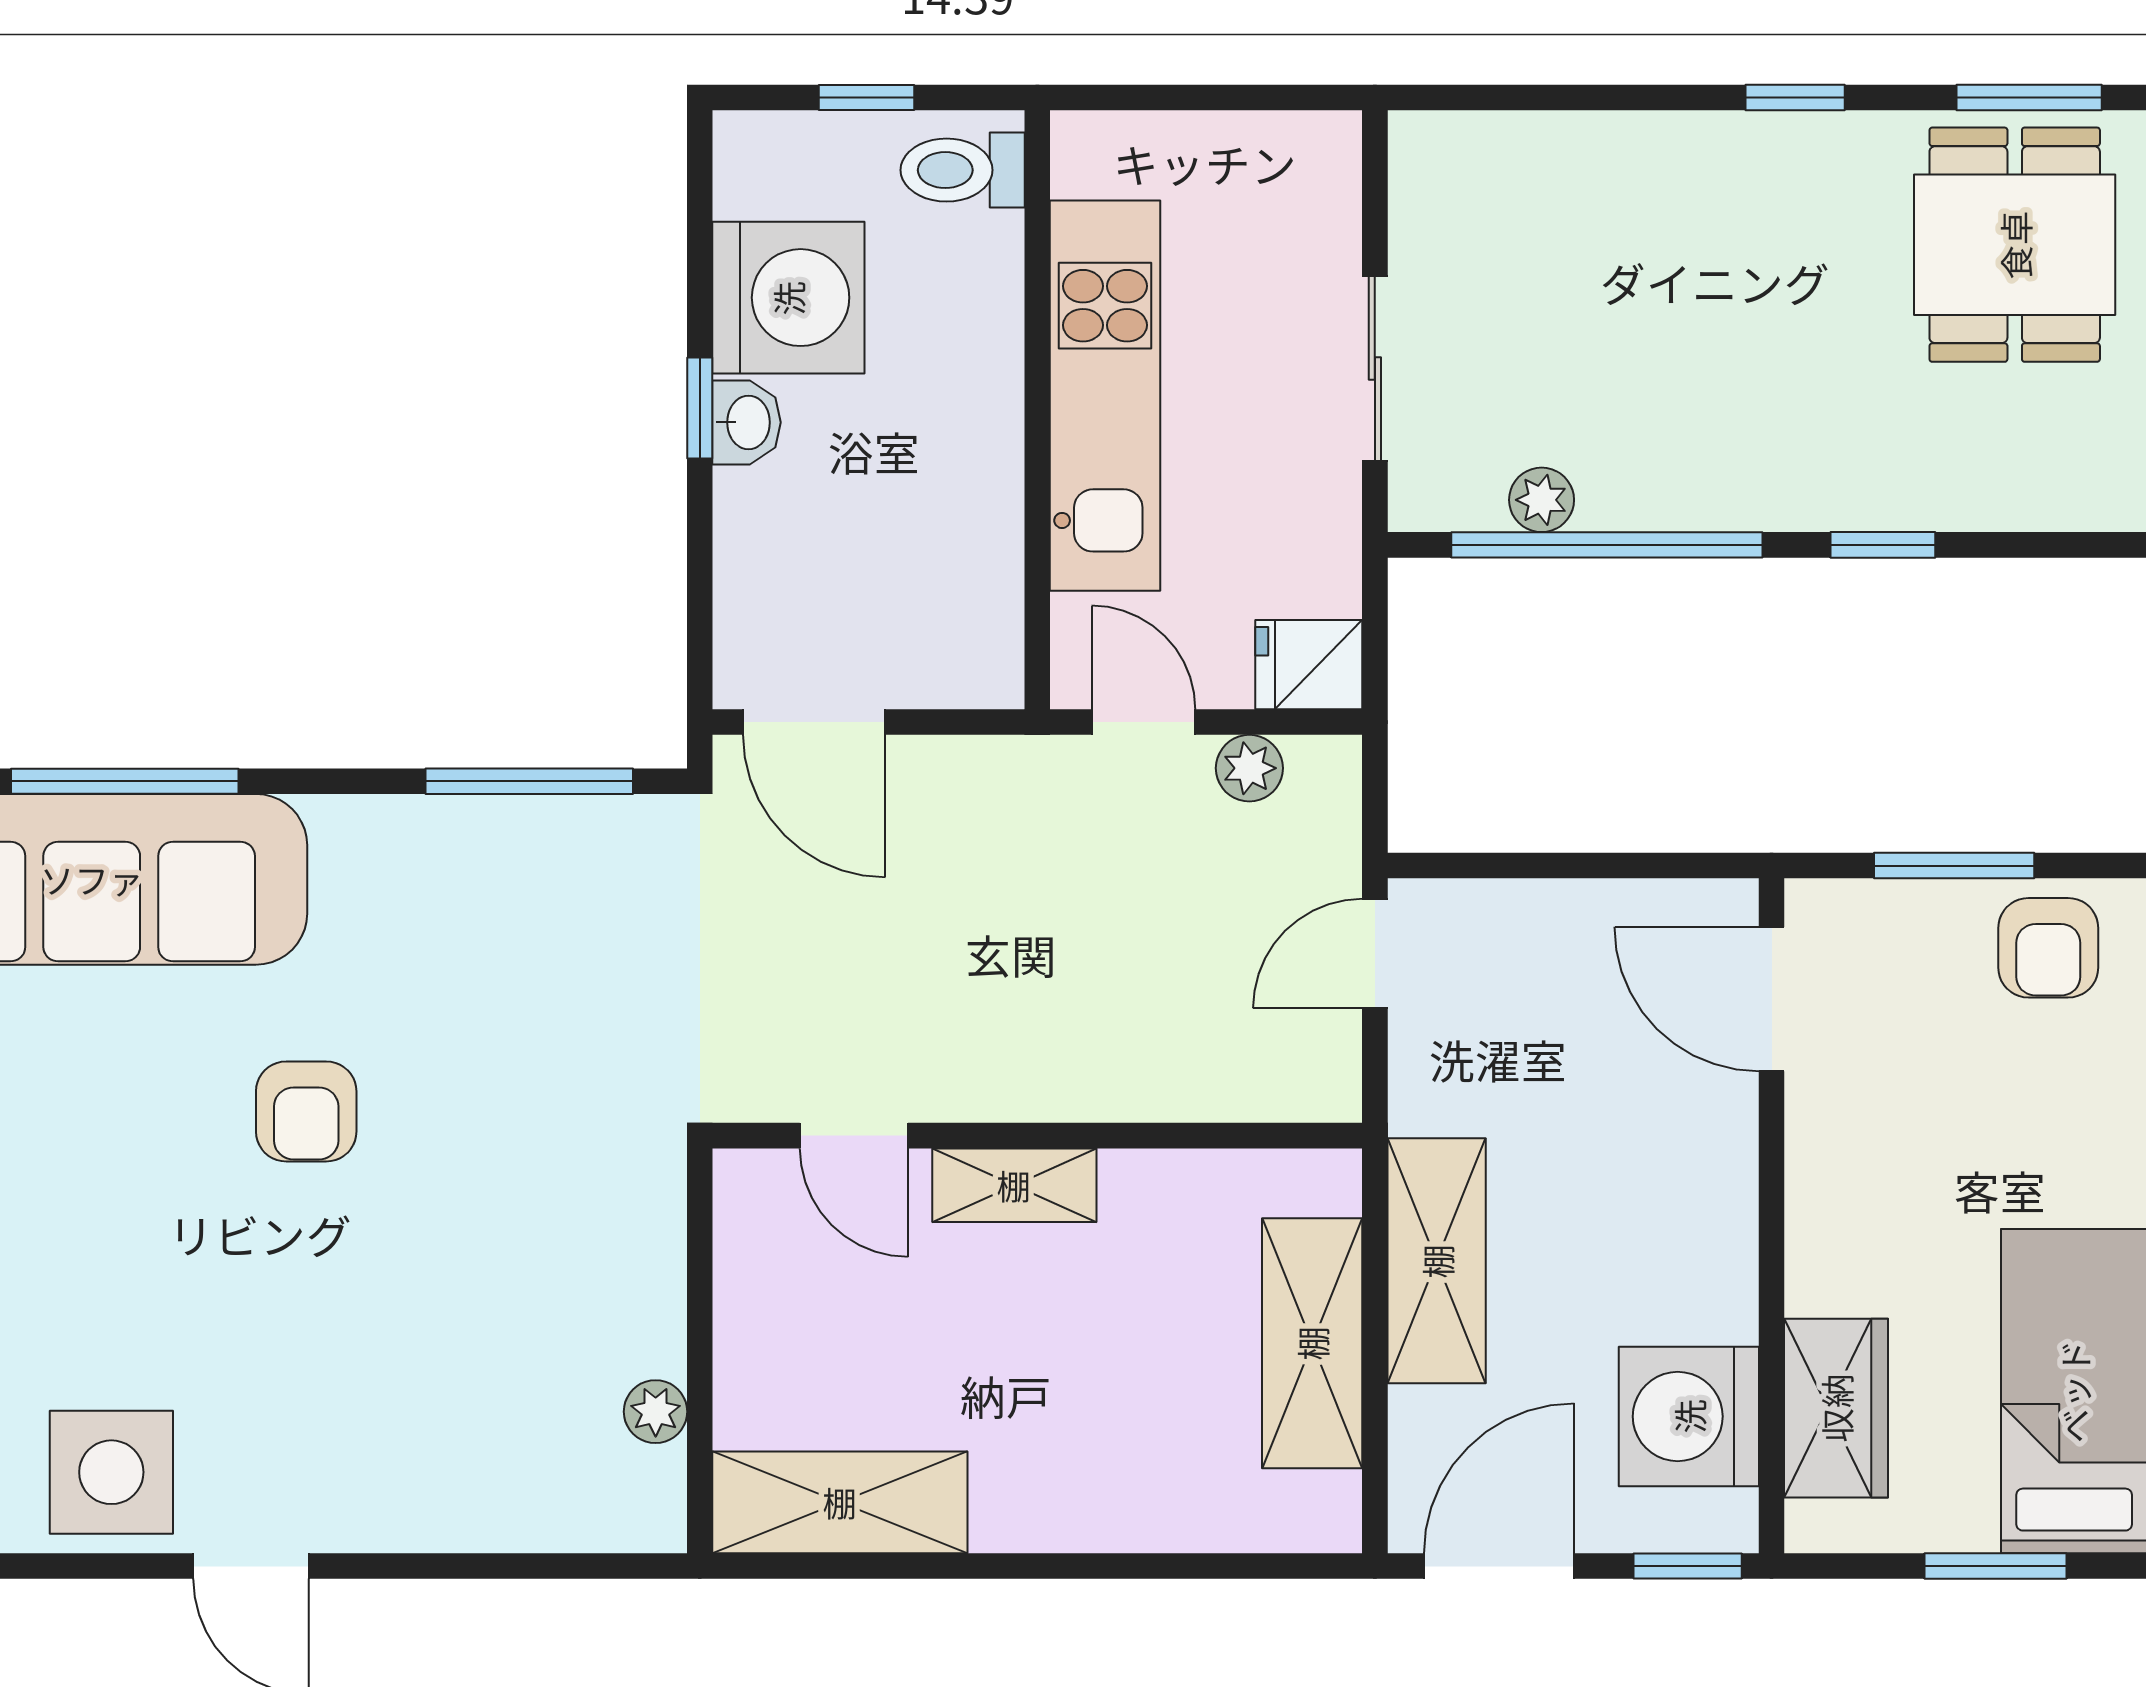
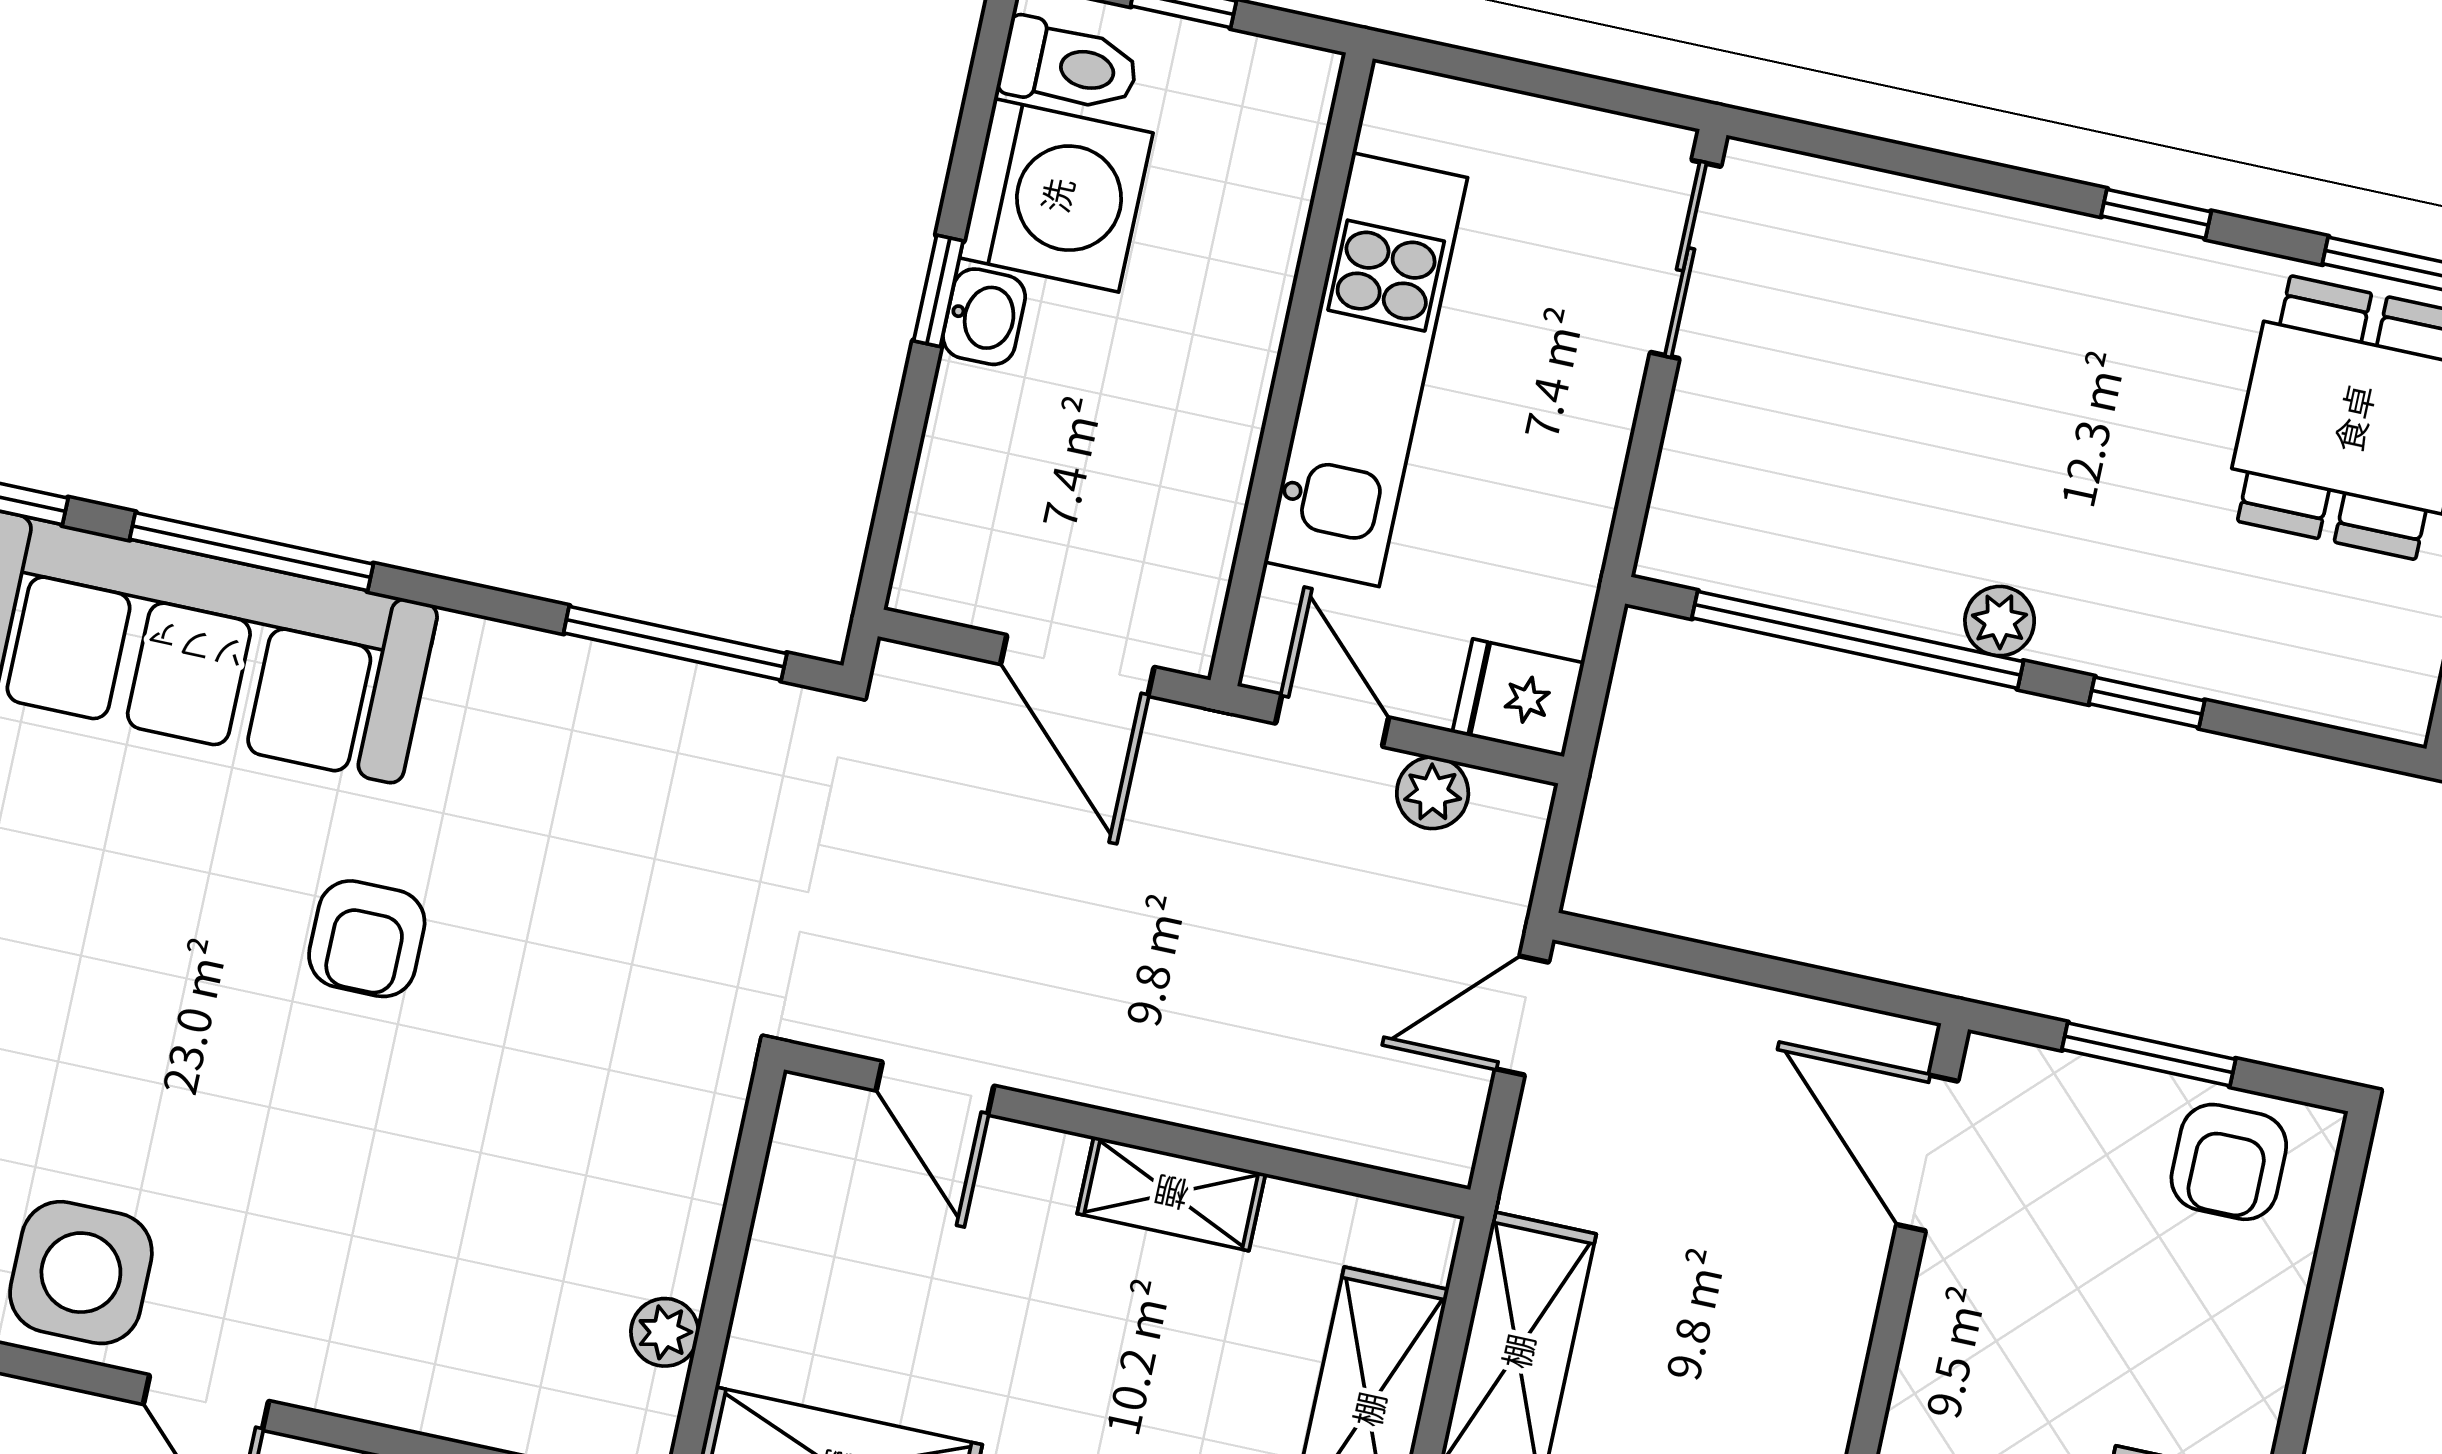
toilet: (963, 170) -> (1069, 66), moved, turned 180
sliding door: (1375, 368) -> (1686, 259), moved
plant: (1542, 500) -> (2000, 621), moved
door: (814, 722) -> (1077, 665), moved
shelving: (1014, 1185) -> (1171, 1194), moved

